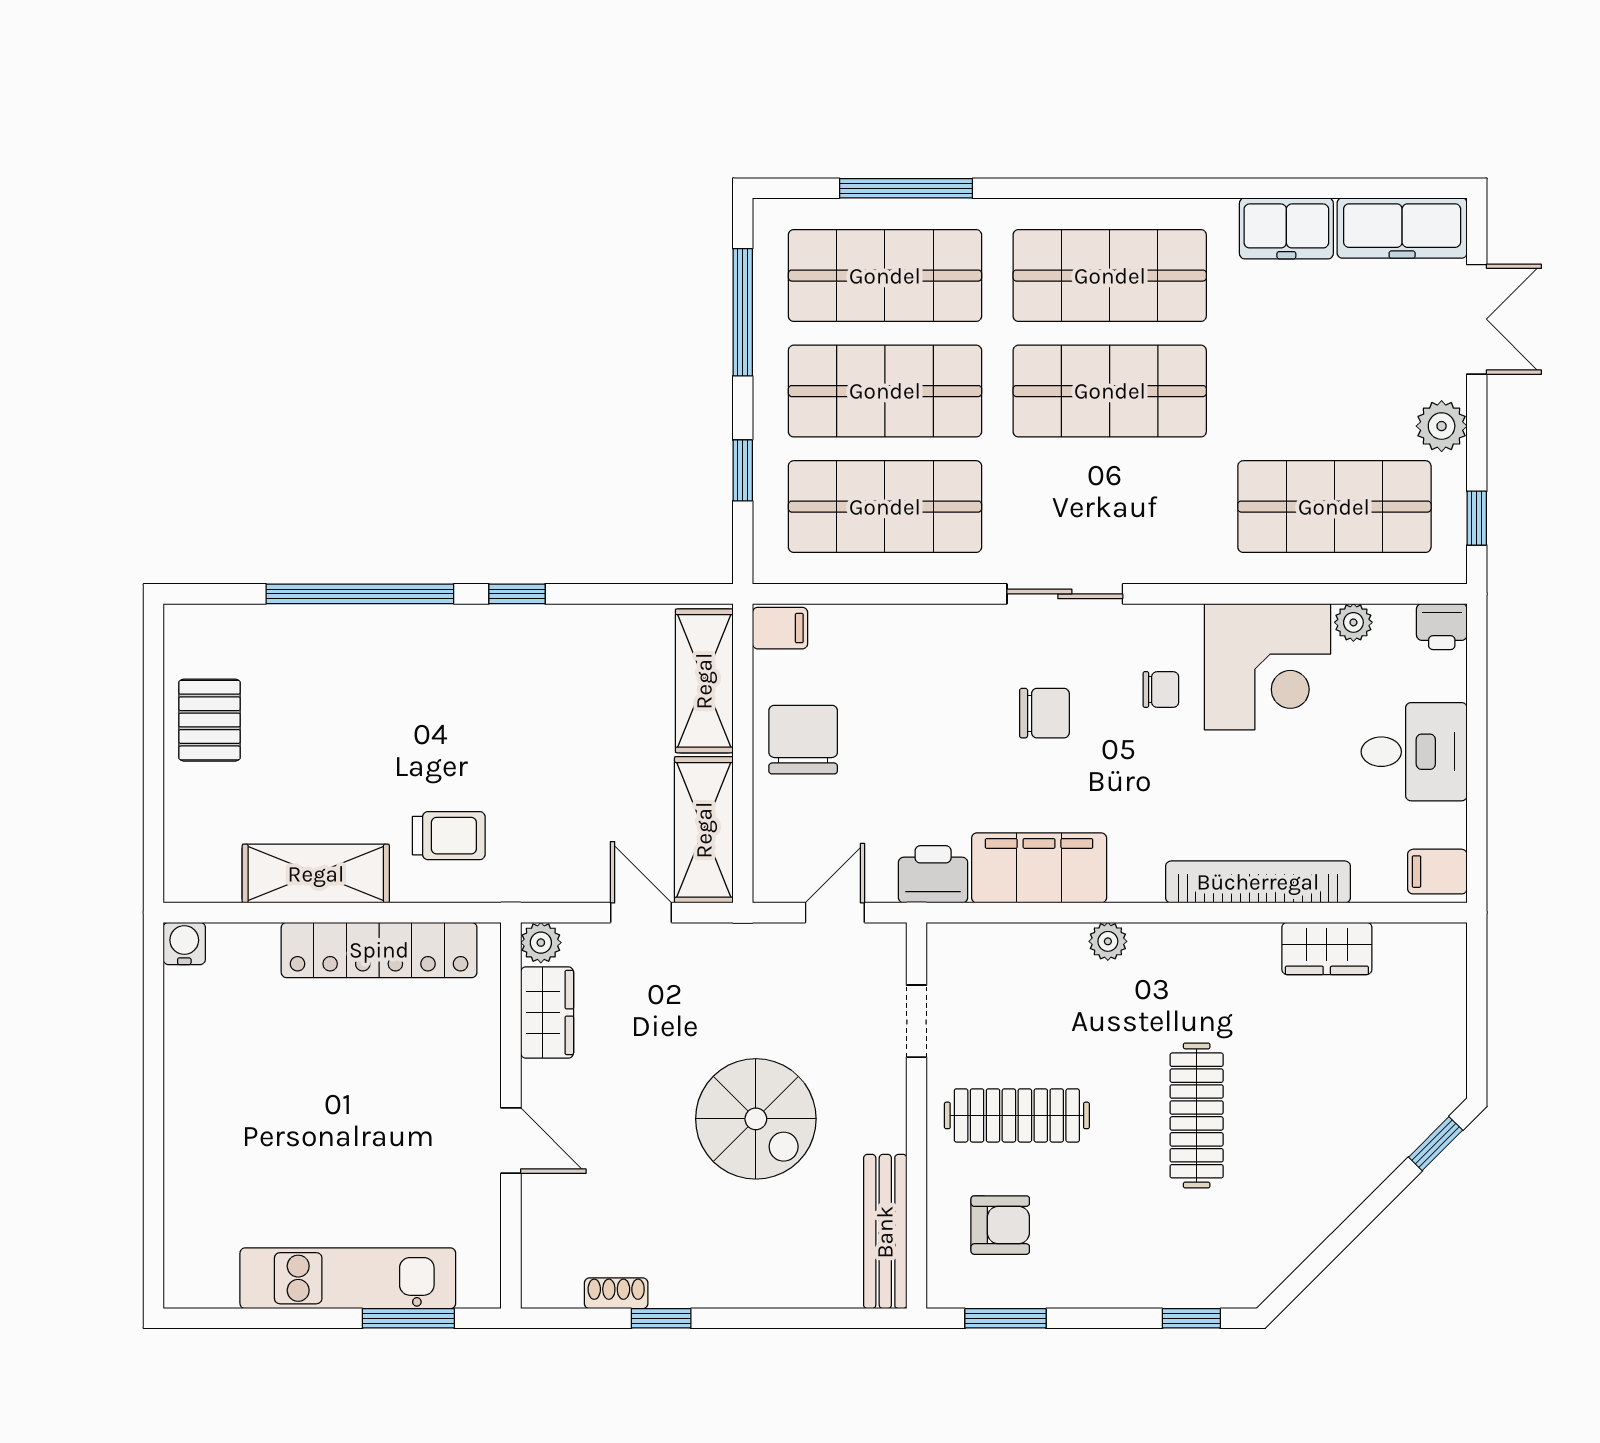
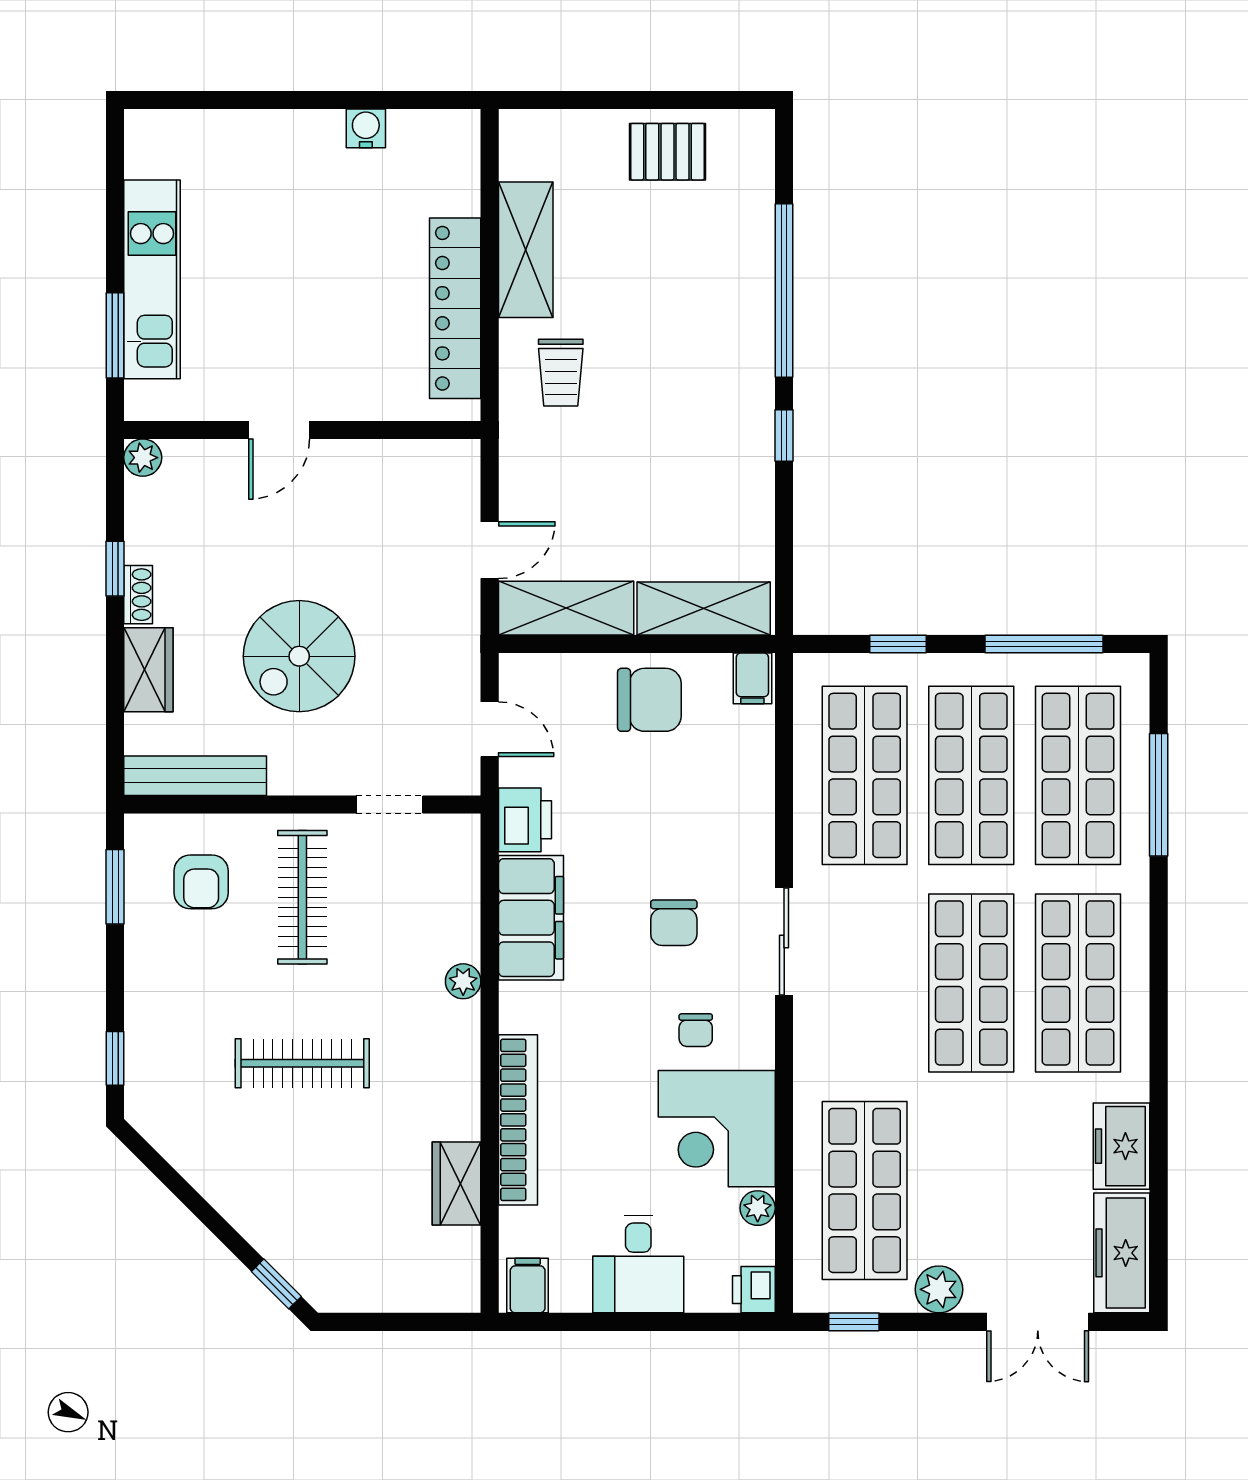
water cooler: (184, 943) -> (366, 128), moved, turned -90
plant: (541, 943) -> (143, 458), moved
wardrobe: (547, 1012) -> (148, 670), moved, turned -90
shoe rack: (616, 1293) -> (138, 595), moved

